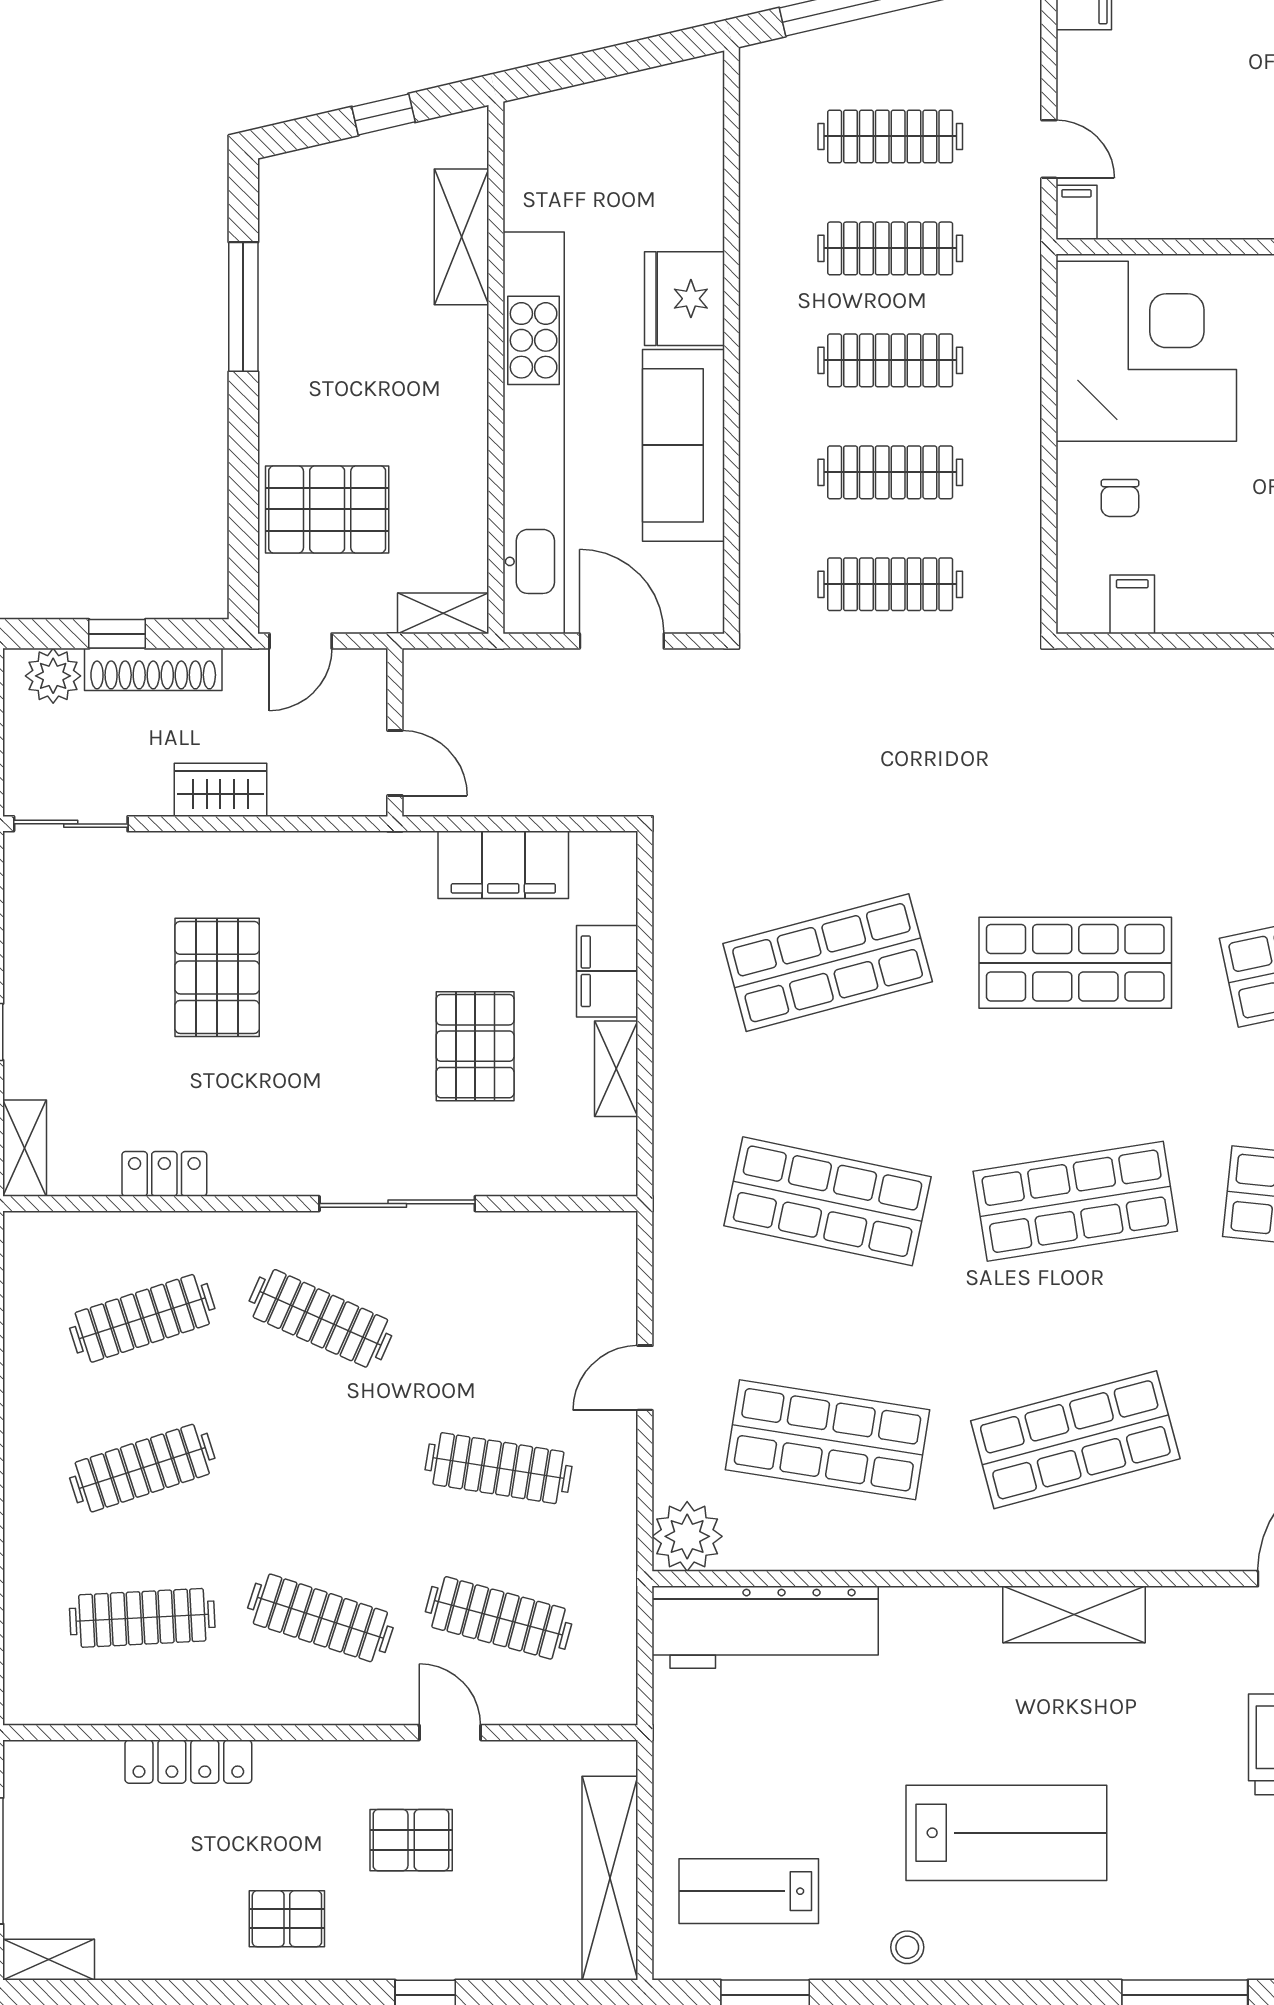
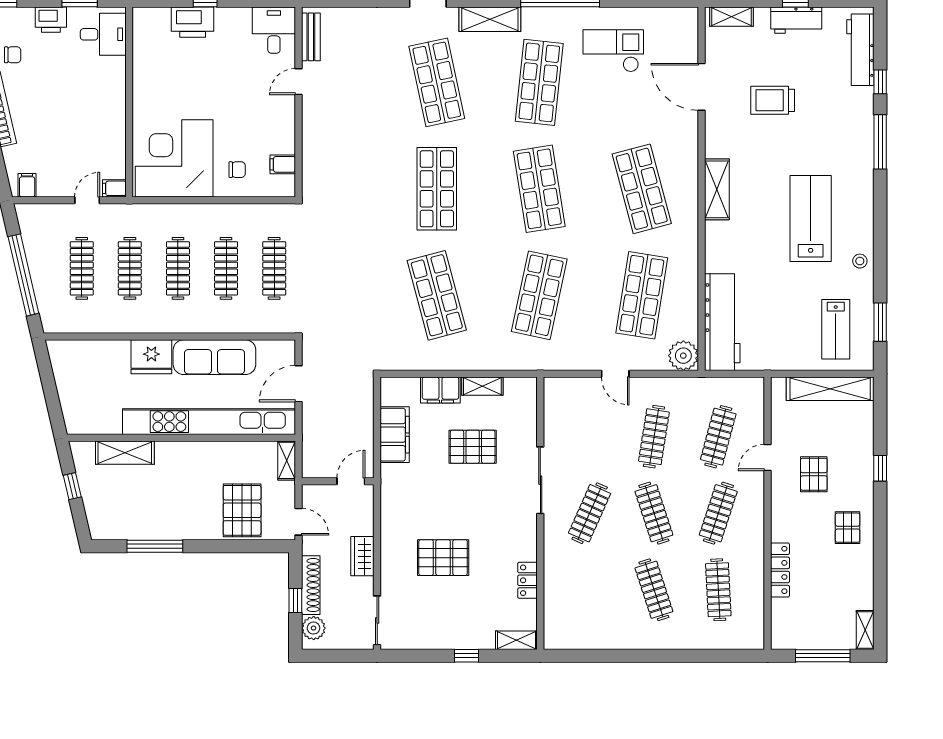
clothes rail: (142, 1318) -> (654, 513), moved

